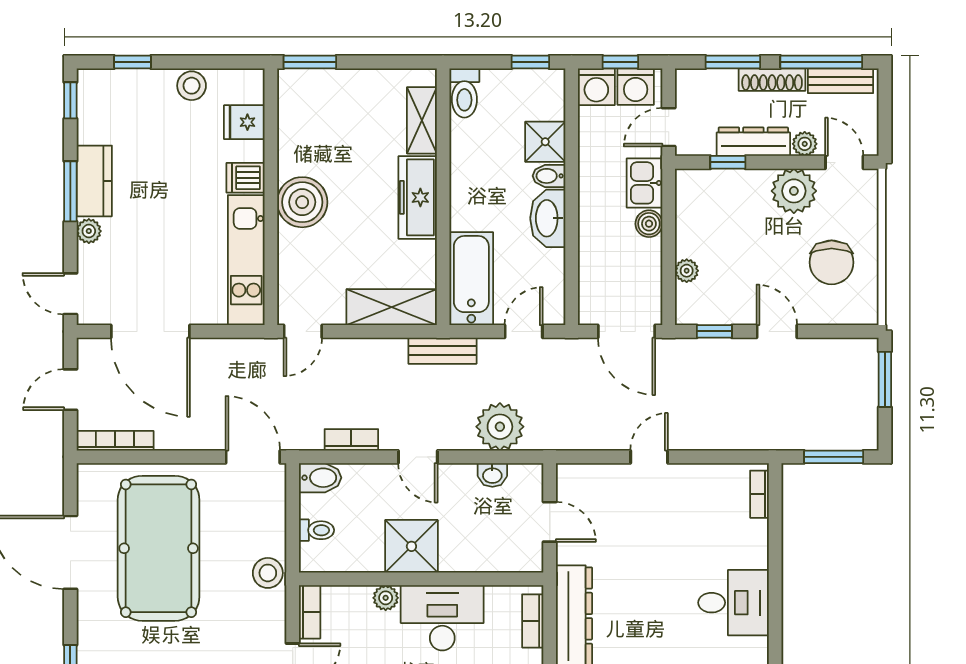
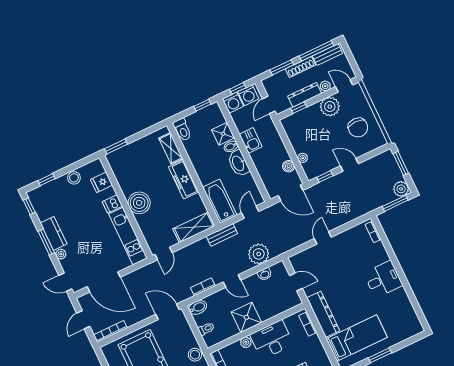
kitchen sink: (645, 183) -> (251, 140), moved, turned 180
boiler: (649, 224) -> (289, 166), moved
plant: (860, 433) -> (401, 189), added

